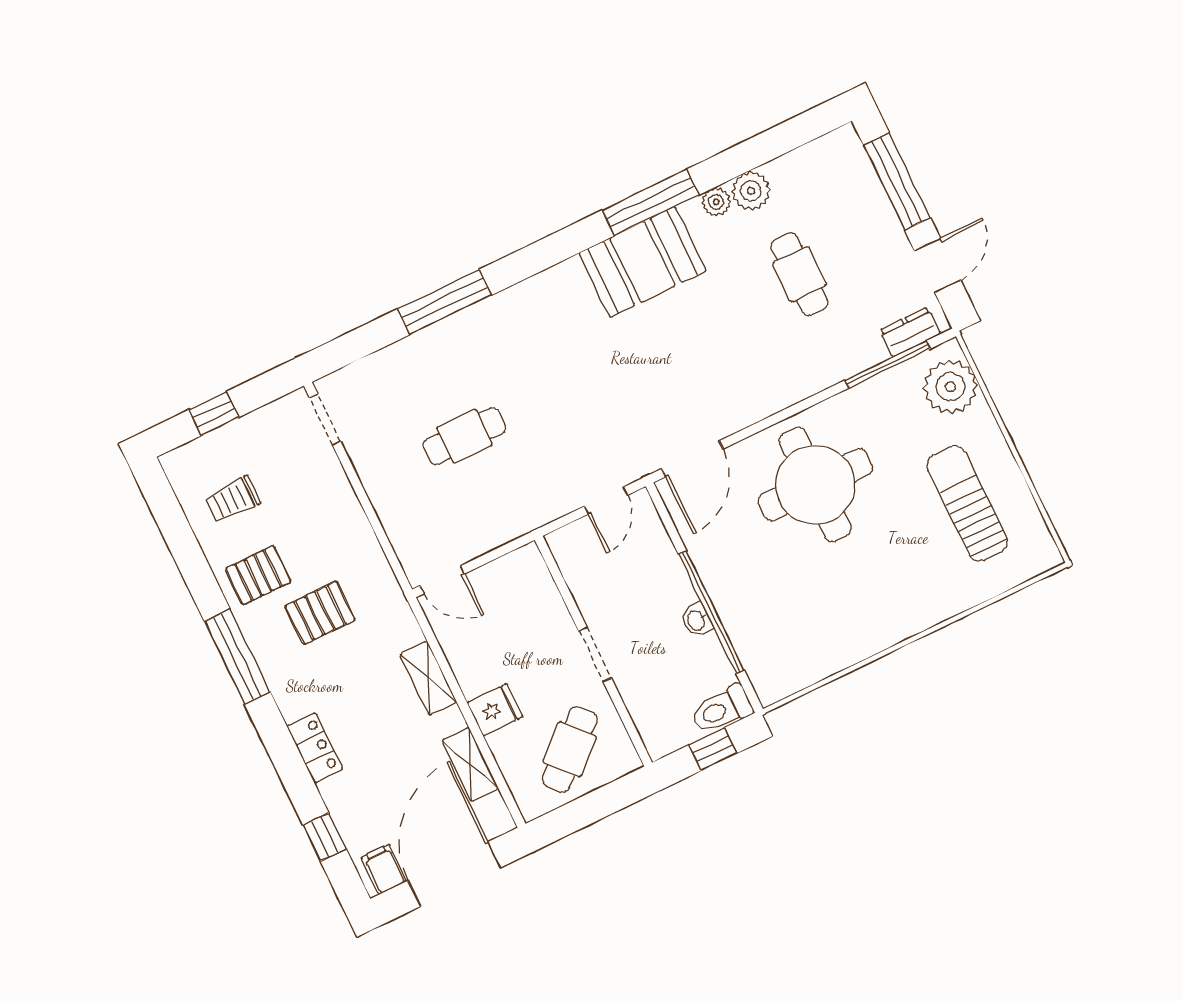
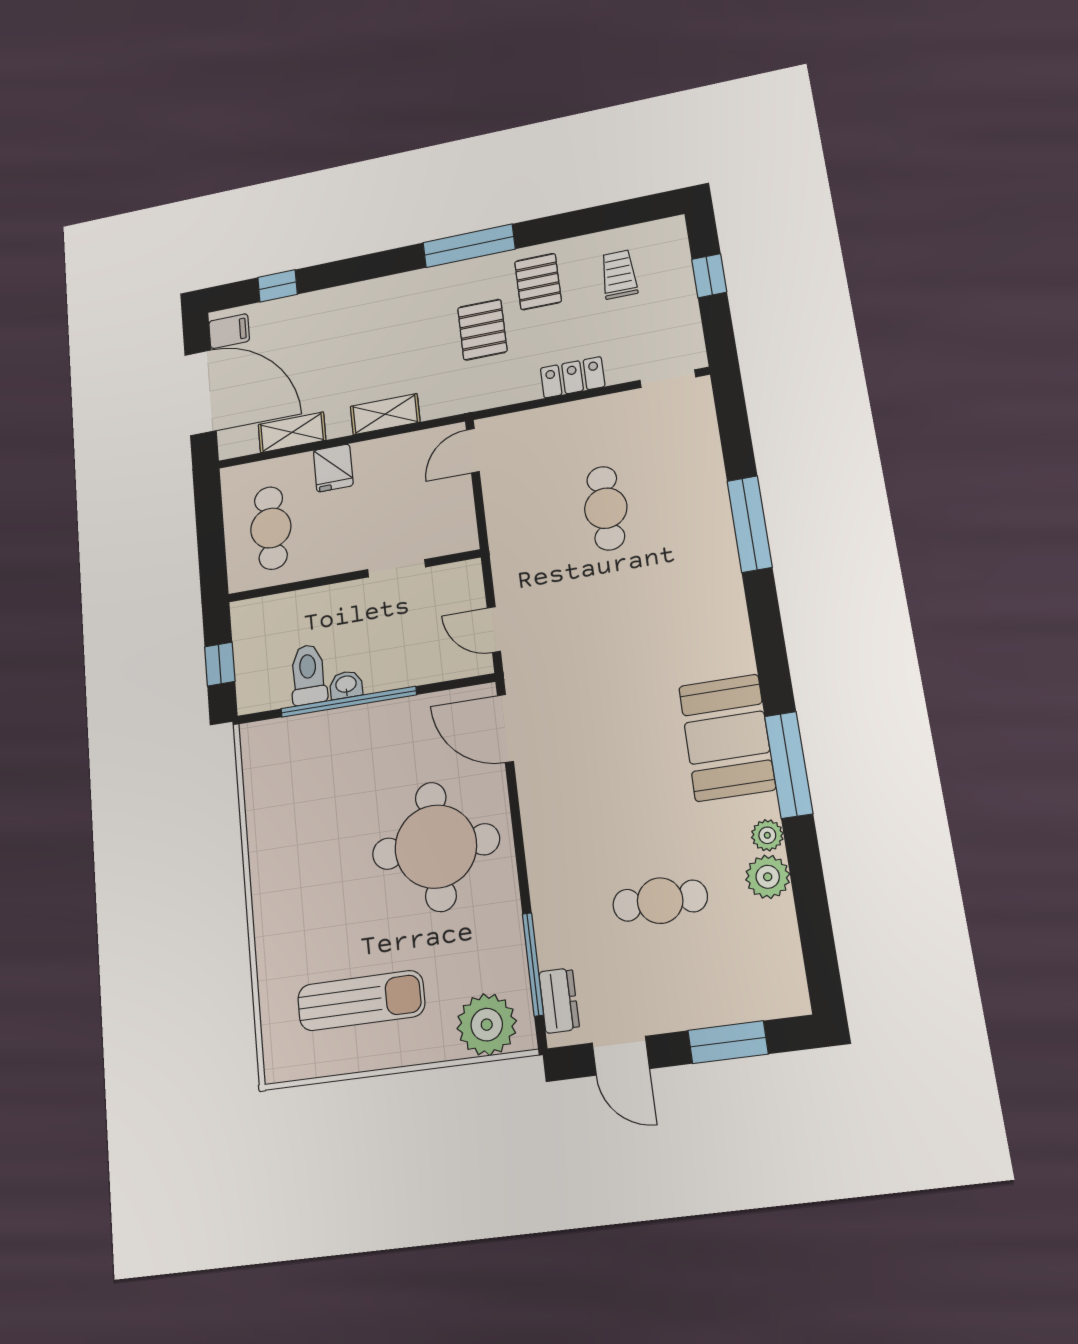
window: (897, 181) -> (728, 1042), width x0.69
doorway: (595, 655) -> (397, 568), moved
toilet: (722, 710) -> (308, 675), moved
locker: (315, 748) -> (573, 377), moved, turned 180
cafe table: (570, 749) -> (271, 528), turned 42

